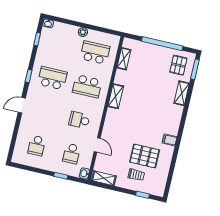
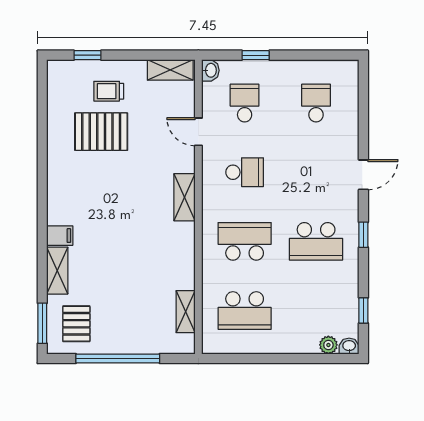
plant: (83, 32) -> (328, 345), moved
shelving: (116, 96) -> (184, 197), moved
filing cabinet: (170, 140) -> (60, 236), moved

